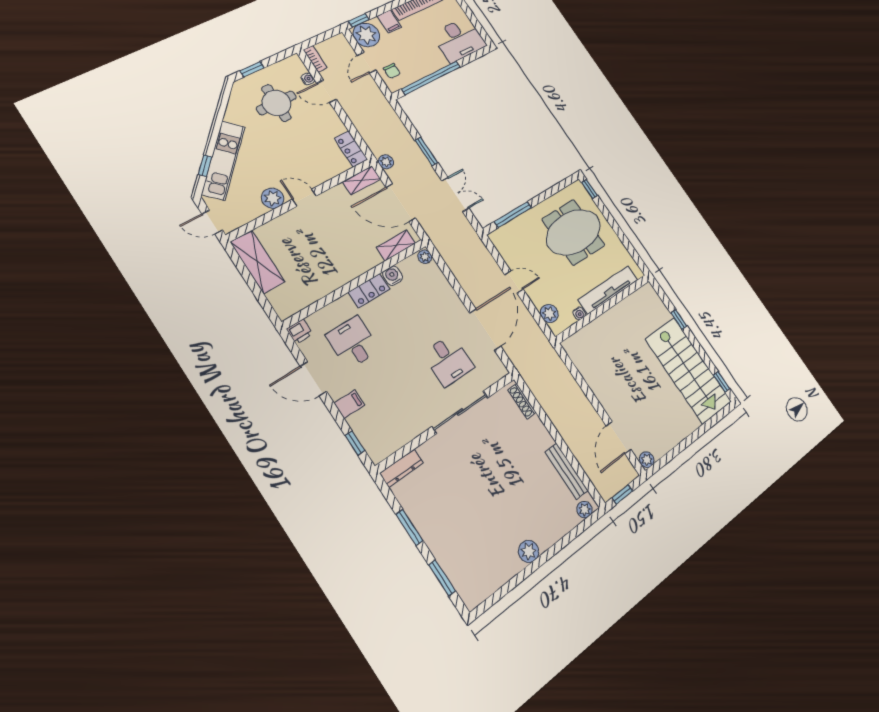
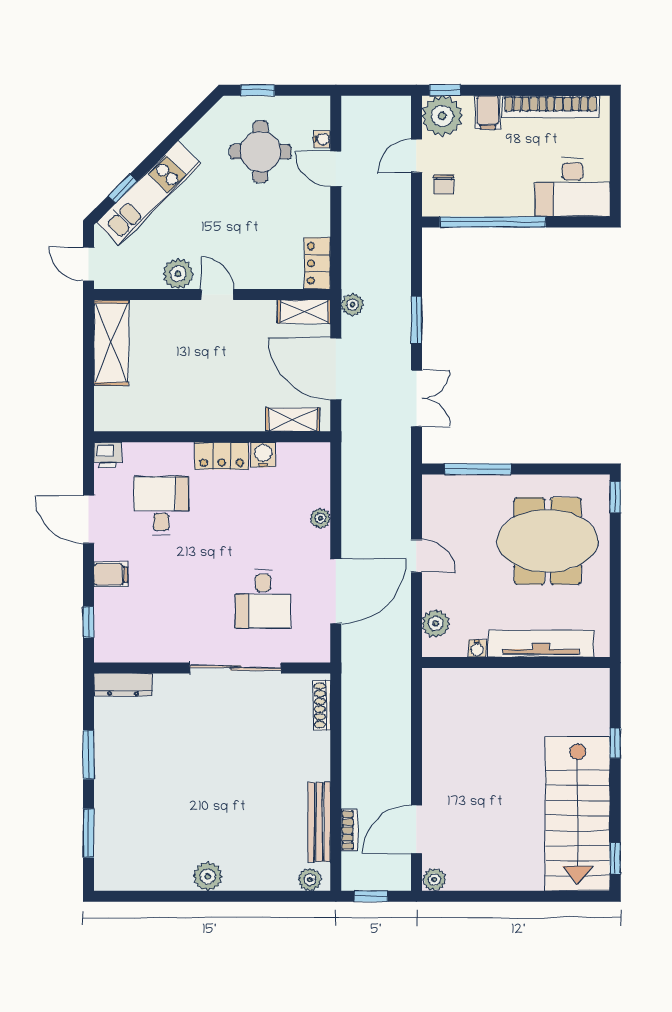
bookcase: (315, 59) -> (349, 830), moved
plant: (425, 257) -> (320, 518), moved

